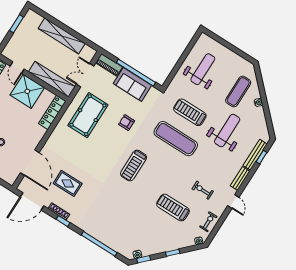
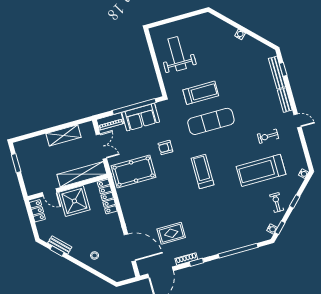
shelving: (62, 36) -> (63, 135), width x0.68
double door: (85, 75) -> (101, 147), swing flipped
exercise mat: (238, 91) -> (218, 42), removed
treadmill: (190, 112) -> (201, 93), turned 180
pool table: (88, 115) -> (134, 172), turned 90
weight bench: (227, 130) -> (240, 77), removed
treadmill: (134, 166) -> (202, 171), turned 180
treadmill: (173, 208) -> (261, 170), width x1.37, depth x1.38
exercise bike: (208, 222) -> (277, 203), moved

